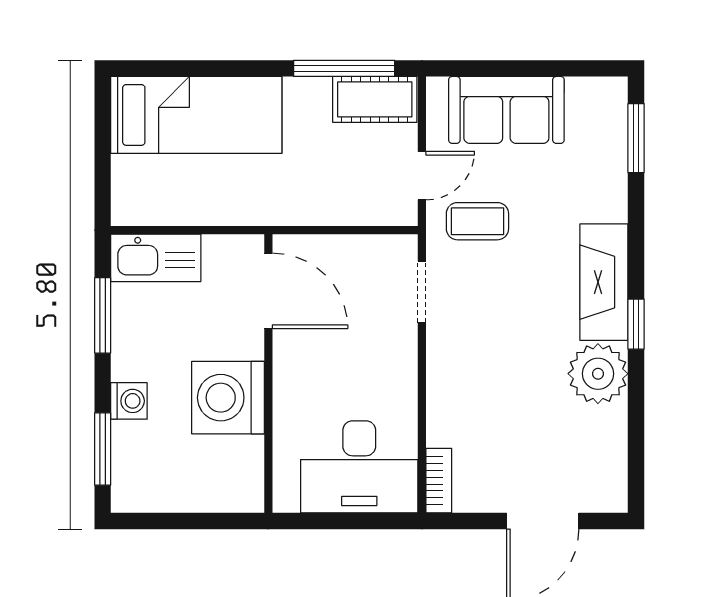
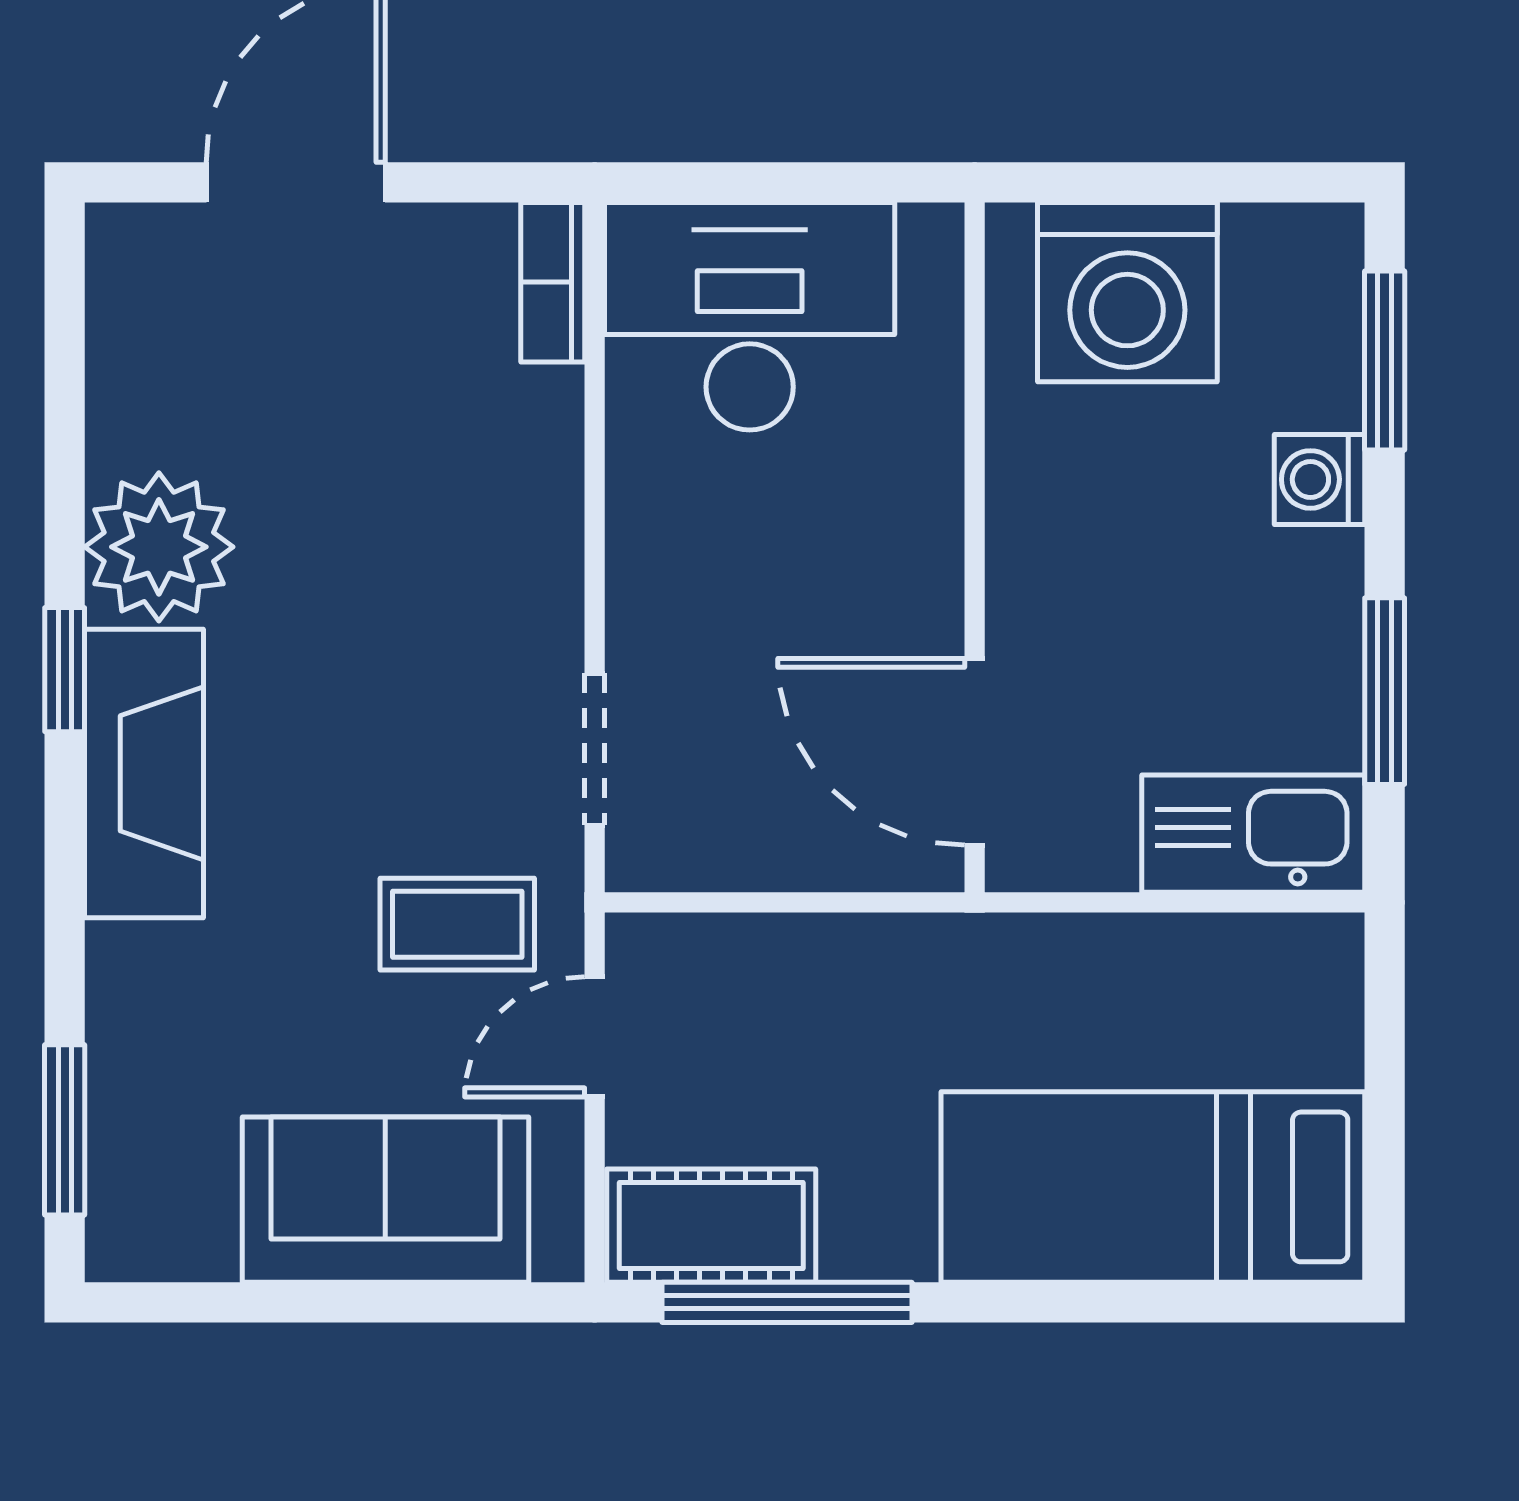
washing machine: (228, 398) -> (1127, 292), moved, turned 90

